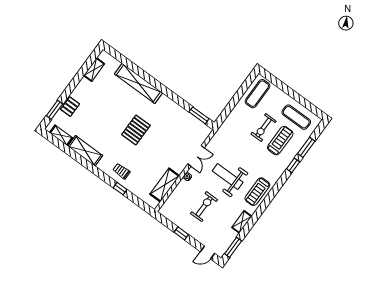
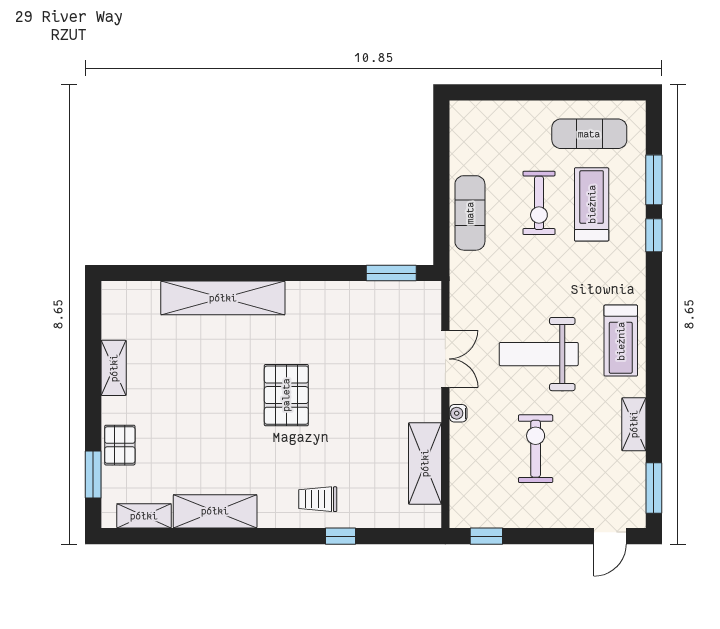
shelving: (94, 70) -> (114, 368), moved
exercise mat: (257, 94) -> (470, 213), moved
window: (181, 233) -> (486, 536), moved

